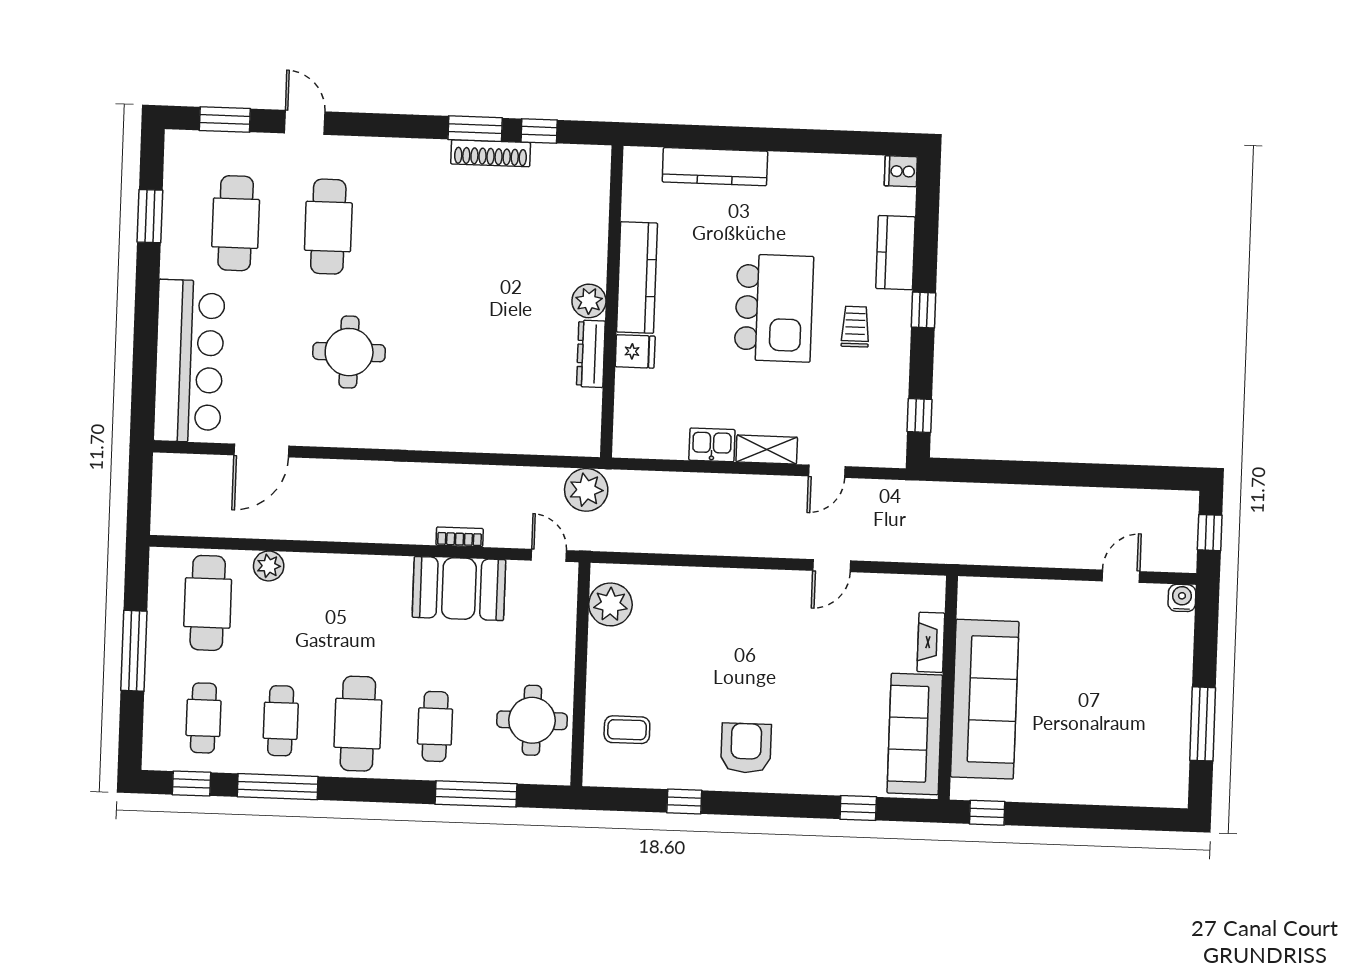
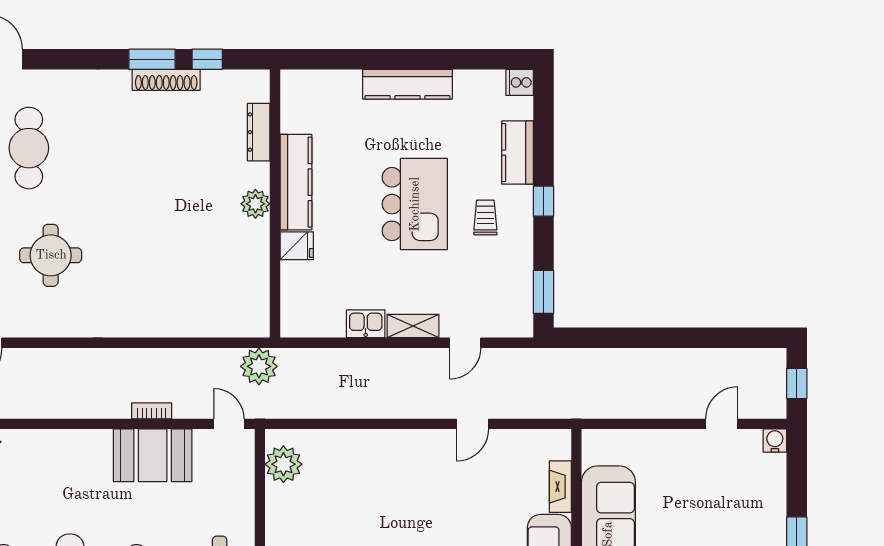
kitchen counter: (715, 167) -> (408, 84), moved
dresser: (591, 354) -> (259, 132), moved
window: (920, 415) -> (543, 292), width x1.50

